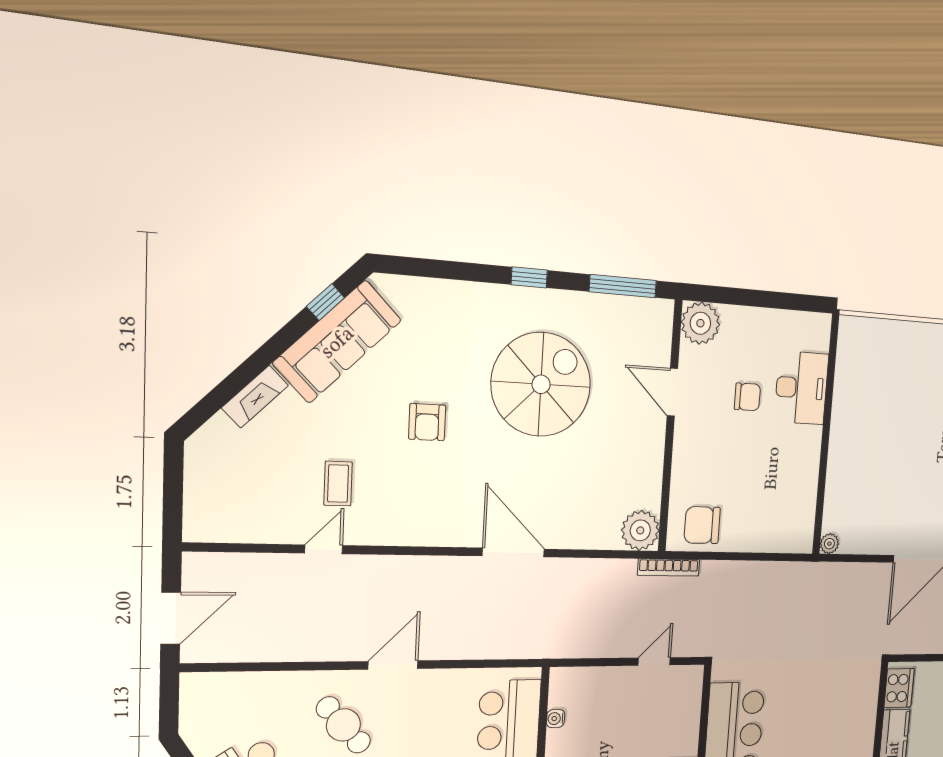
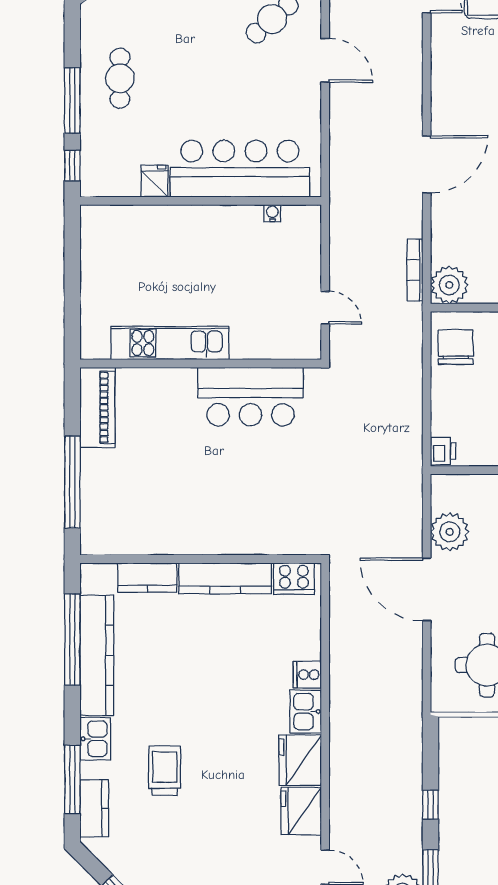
printer: (799, 541) -> (443, 451), added
plant: (829, 544) -> (450, 532), moved, width x1.87, depth x1.87
bookcase: (669, 568) -> (415, 270), moved

